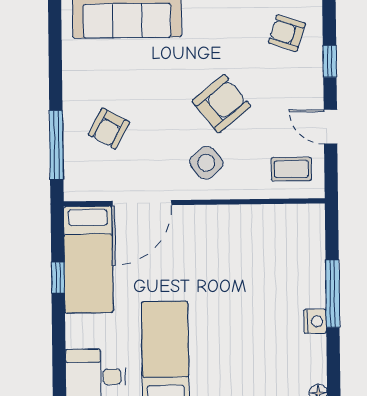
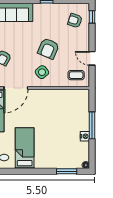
window: (330, 61) -> (92, 17), moved
armchair: (221, 104) -> (48, 49), turned 152

